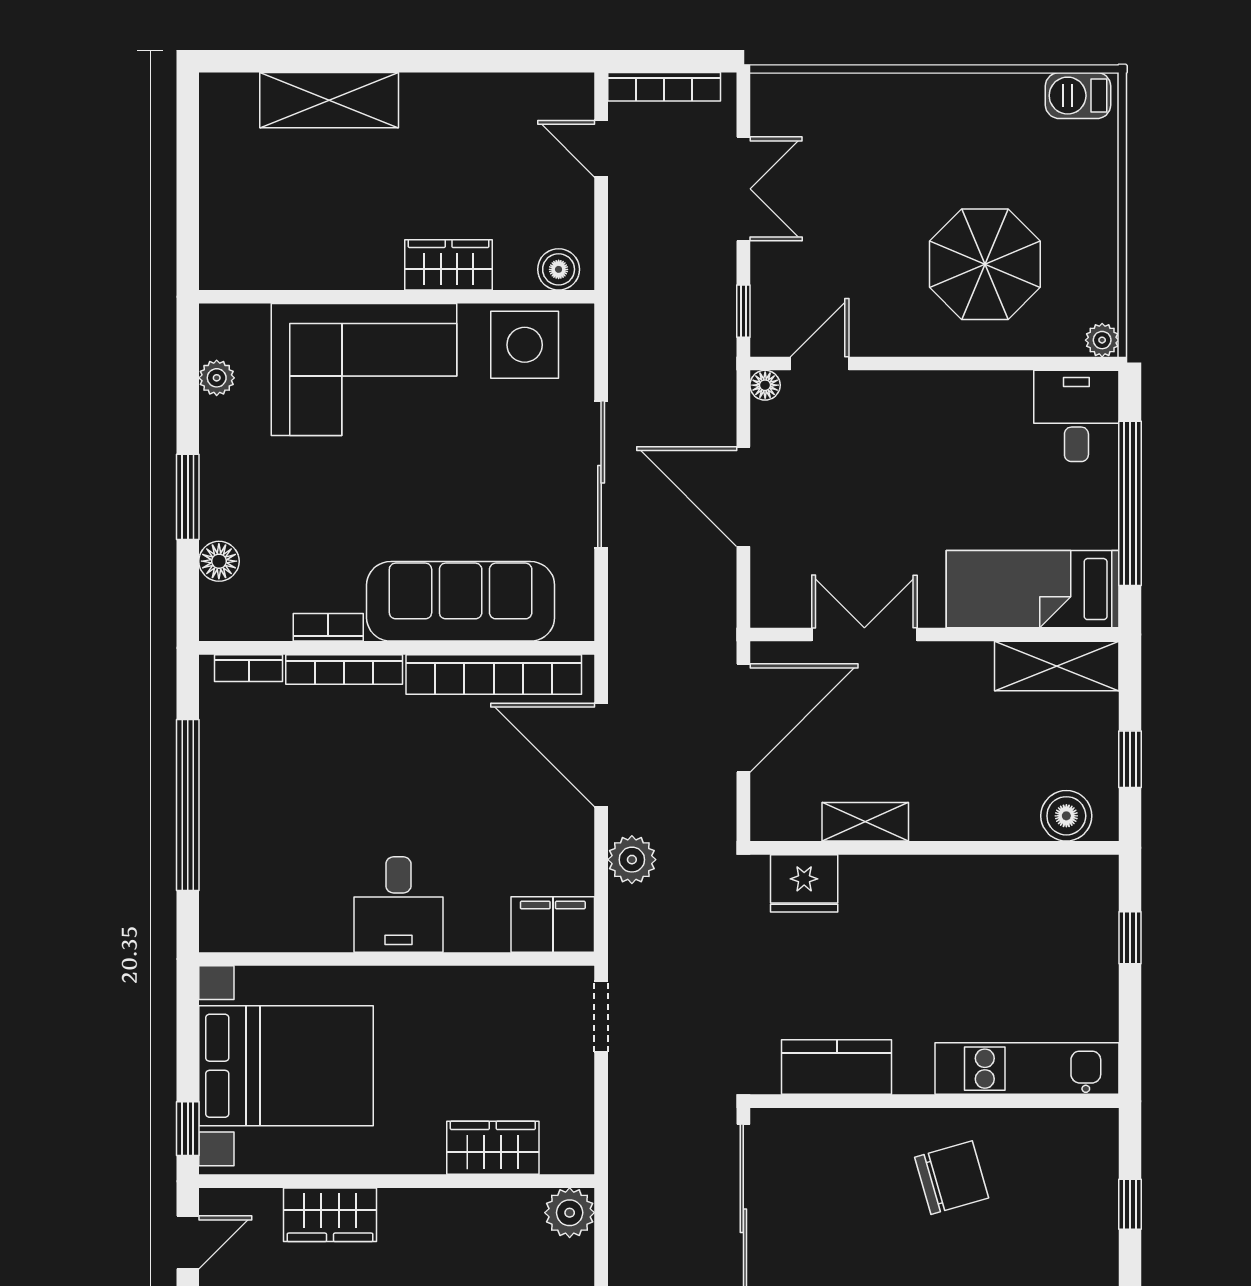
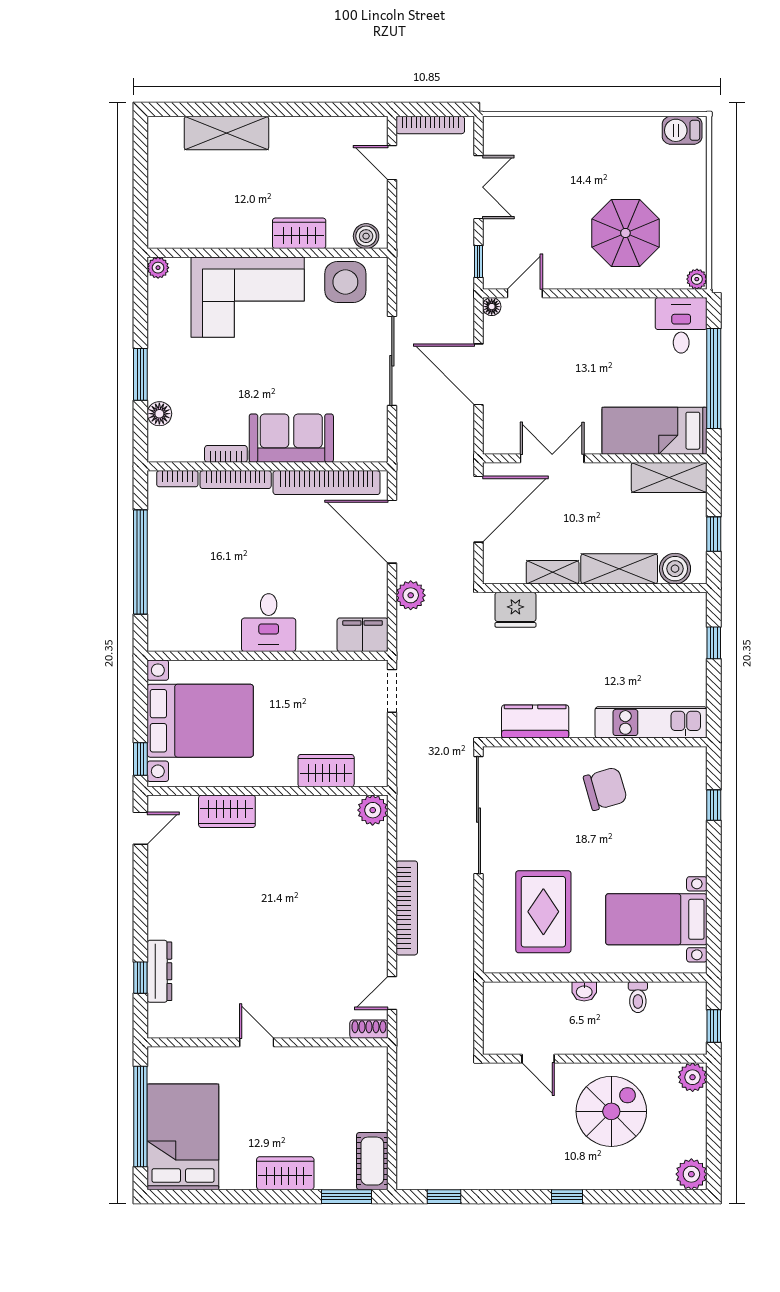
plant: (217, 378) -> (158, 268), moved
sofa: (461, 601) -> (291, 438), width x0.73
shelving: (975, 816) -> (619, 569), added

